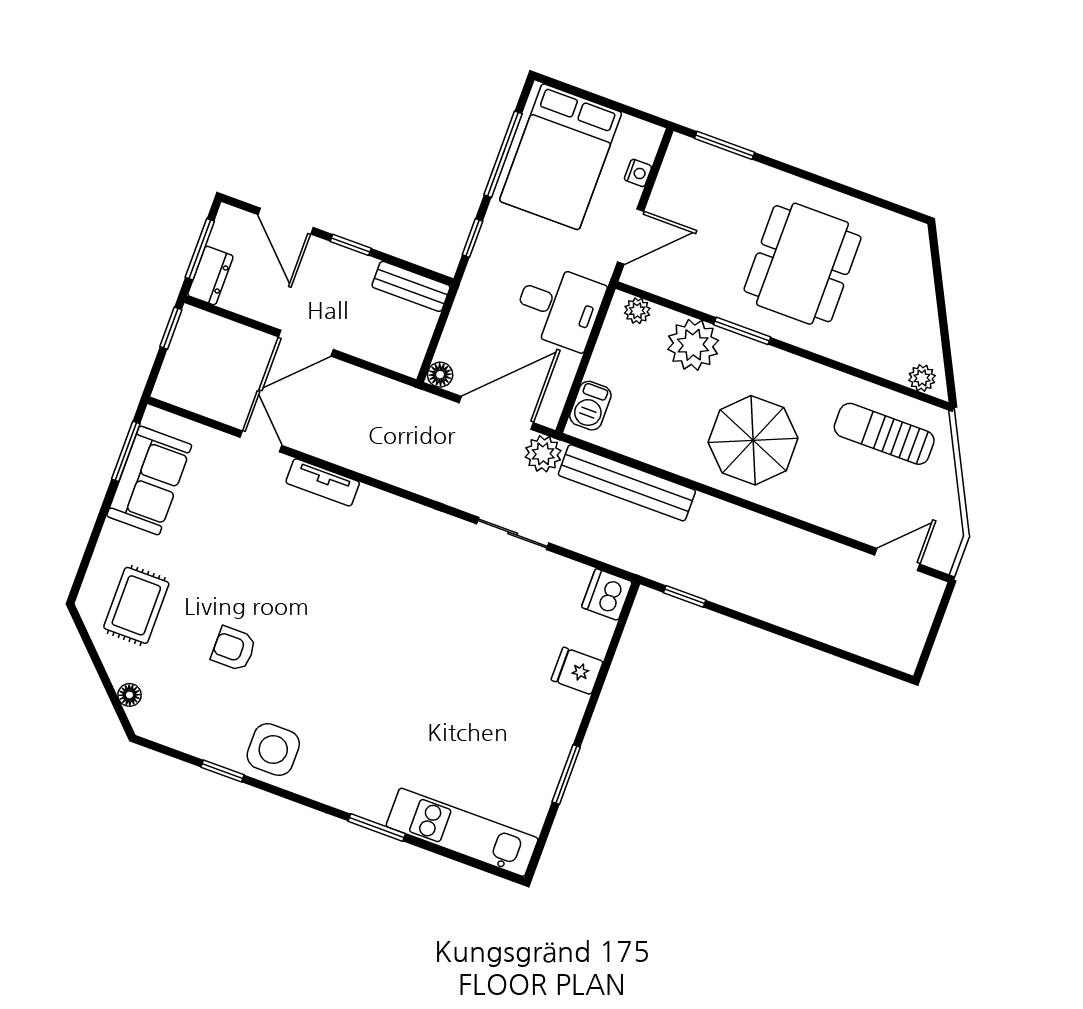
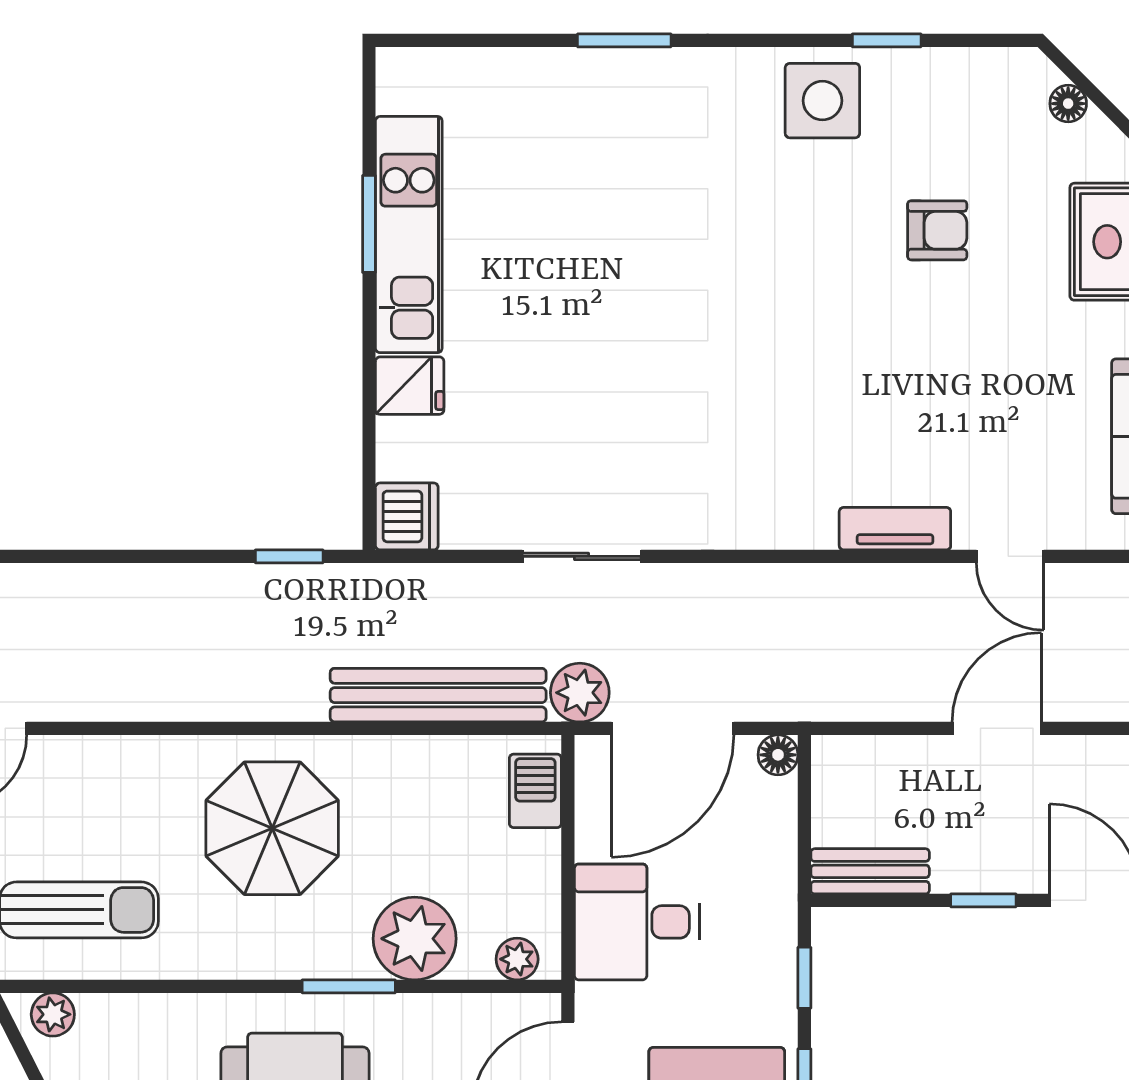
kitchen unit: (462, 832) -> (409, 235), moved, turned -90

